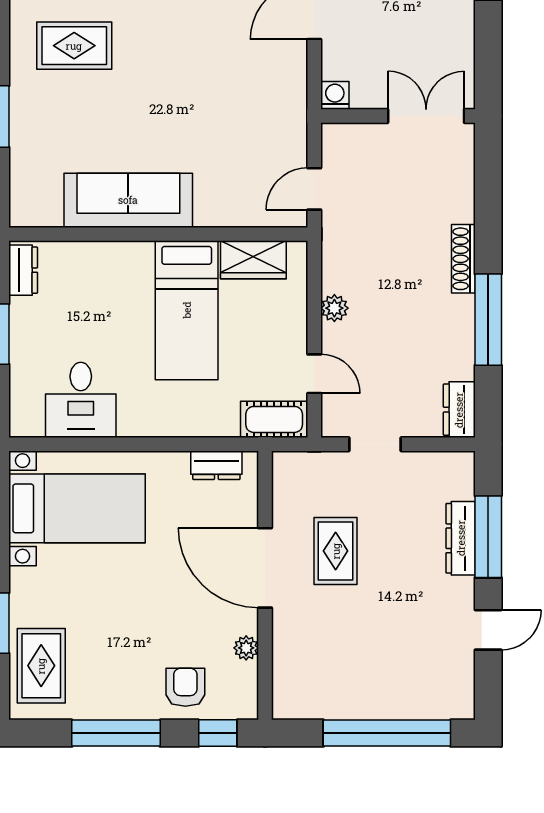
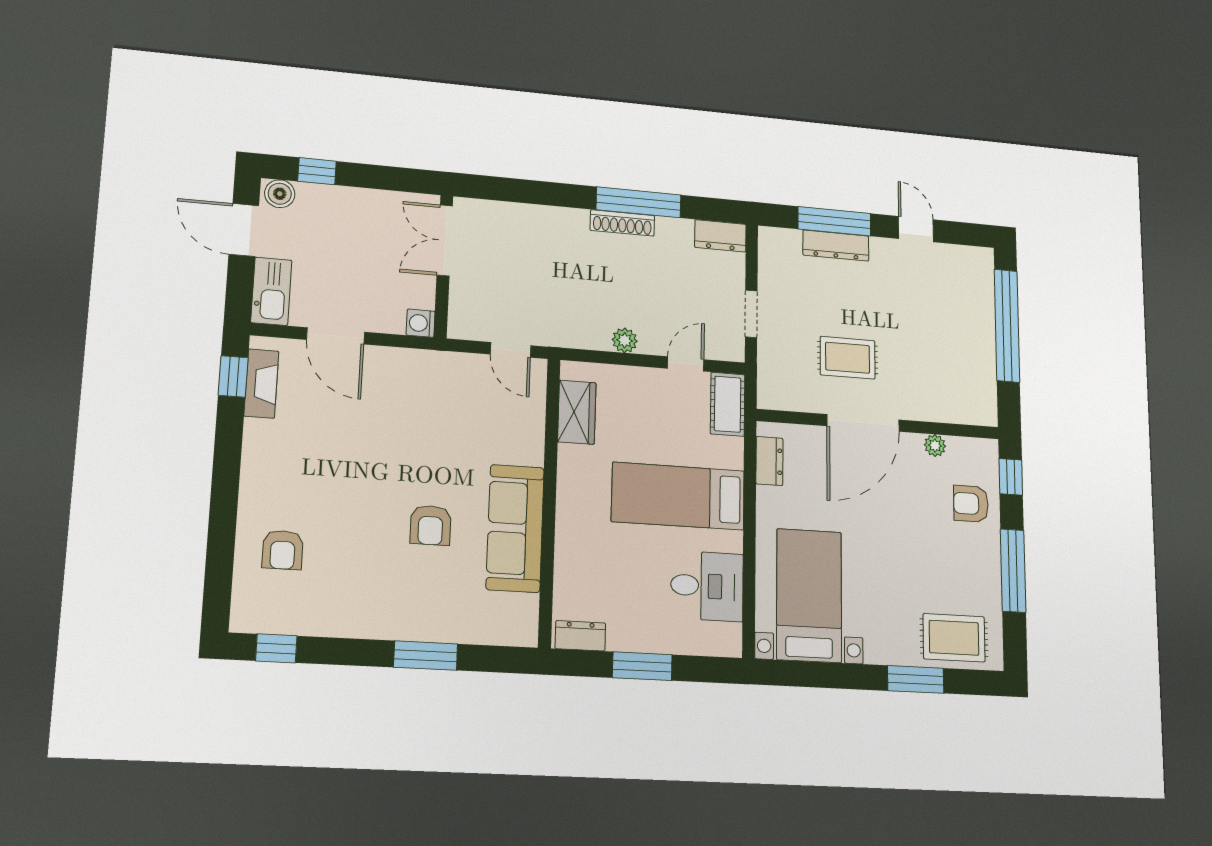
rug: (74, 46) -> (357, 573), removed
armchair: (126, 115) -> (431, 525), added
shoe rack: (463, 259) -> (622, 223), moved
bed: (187, 310) -> (678, 496), moved, turned 180

